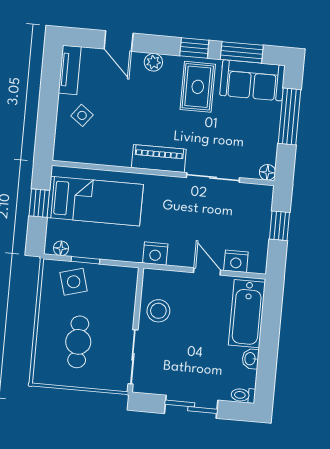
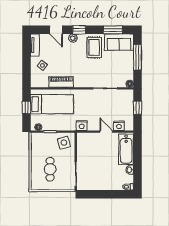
window: (194, 48) -> (79, 30), moved
piano: (159, 159) -> (61, 82), moved
side table: (74, 282) -> (64, 143), moved
stool: (158, 311) -> (86, 152), removed
sliding door: (191, 407) -> (104, 194), removed

